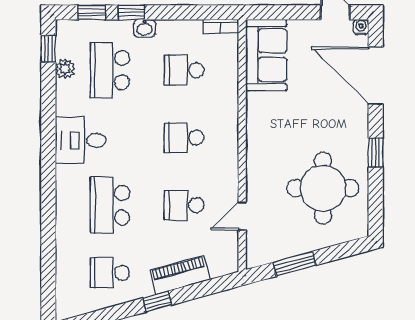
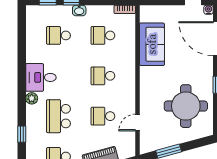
window: (48, 49) -> (22, 134), moved
sofa: (266, 55) -> (152, 44), moved
plant: (65, 69) -> (32, 98), moved
school desk: (110, 70) -> (58, 35), width x0.54

